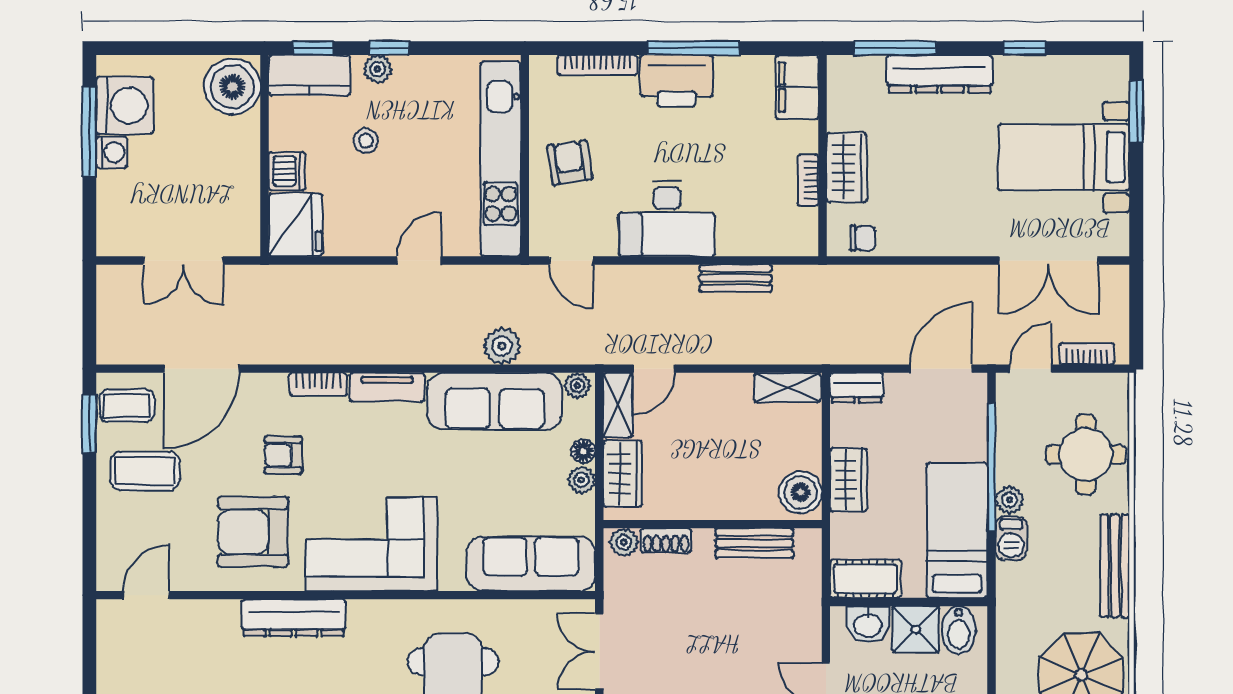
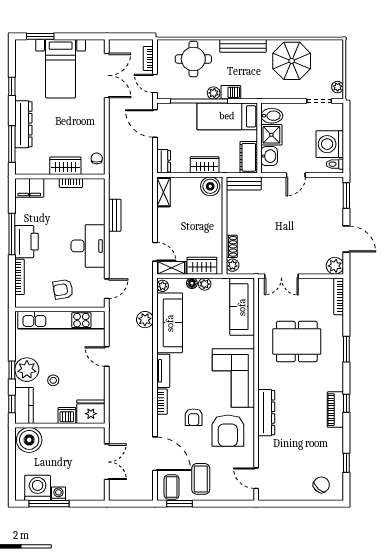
plant: (378, 69) -> (27, 370), width x1.88, depth x1.88
bench: (754, 543) -> (244, 183), moved, turned 90

